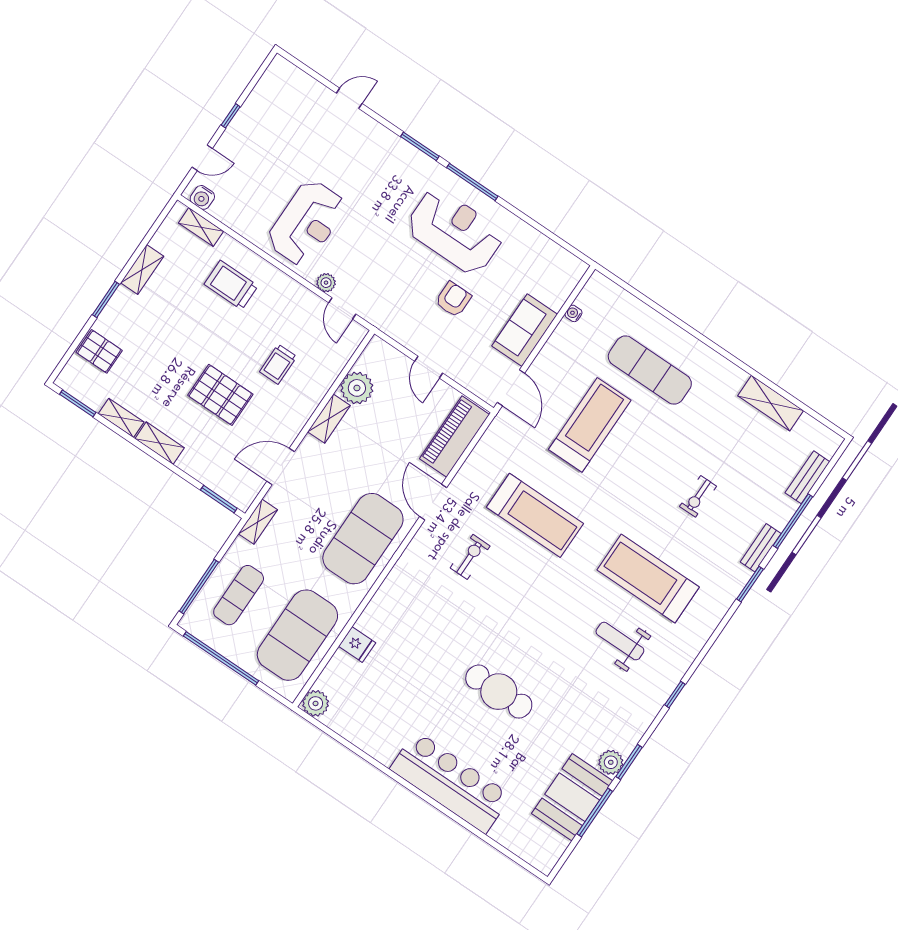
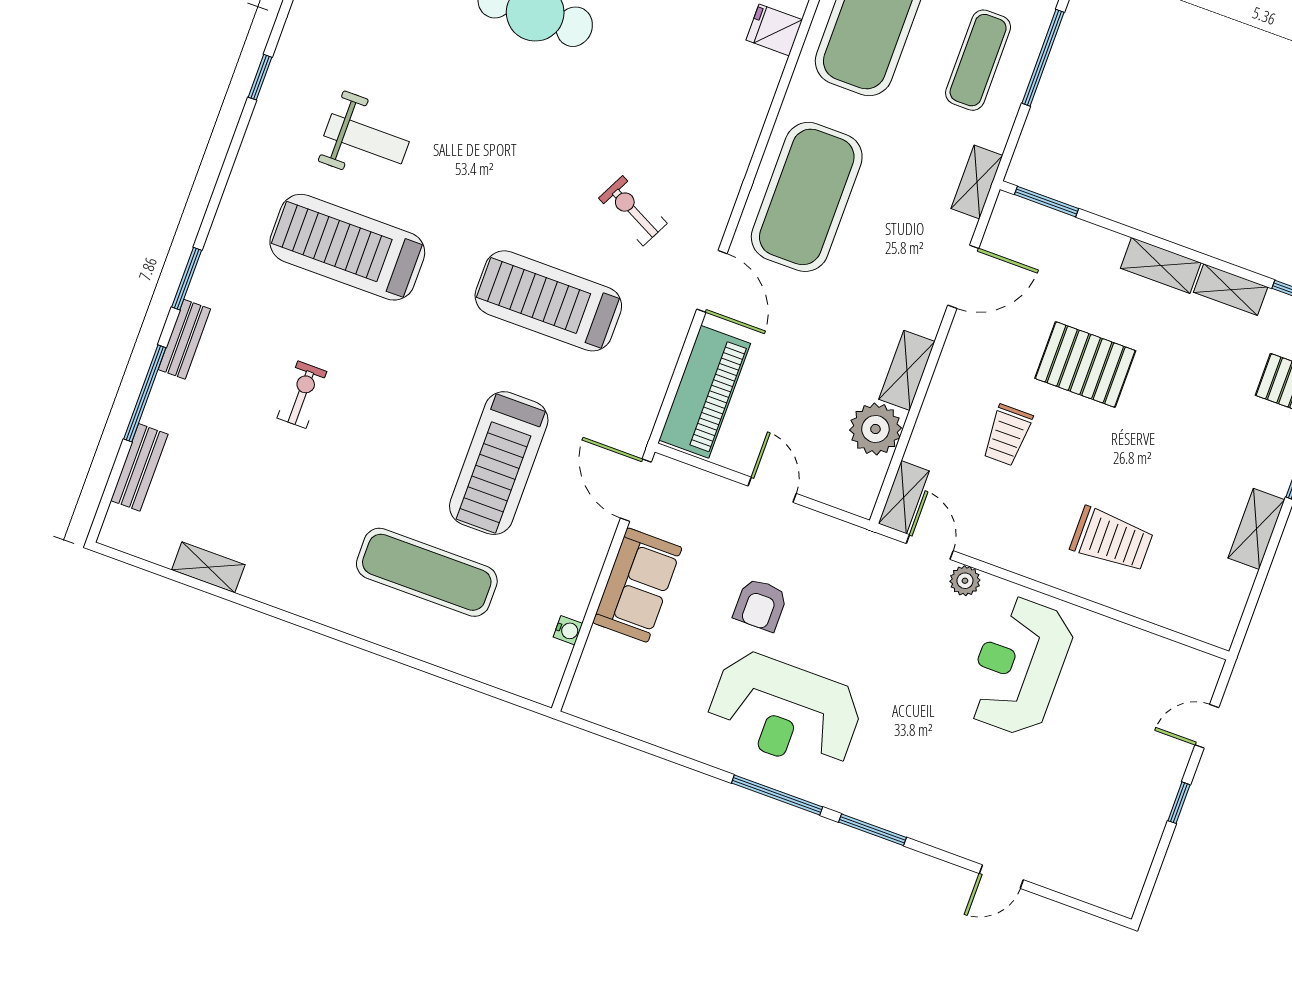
water cooler: (202, 197) -> (1191, 665), removed
shelving: (201, 227) -> (904, 497), moved, turned 90
trolley: (278, 364) -> (1007, 435), turned 180
shelving: (771, 403) -> (208, 567), width x0.67, depth x0.75
exercise bike: (470, 557) -> (633, 211), turned 117
treadmill: (648, 578) -> (347, 247), turned 180

